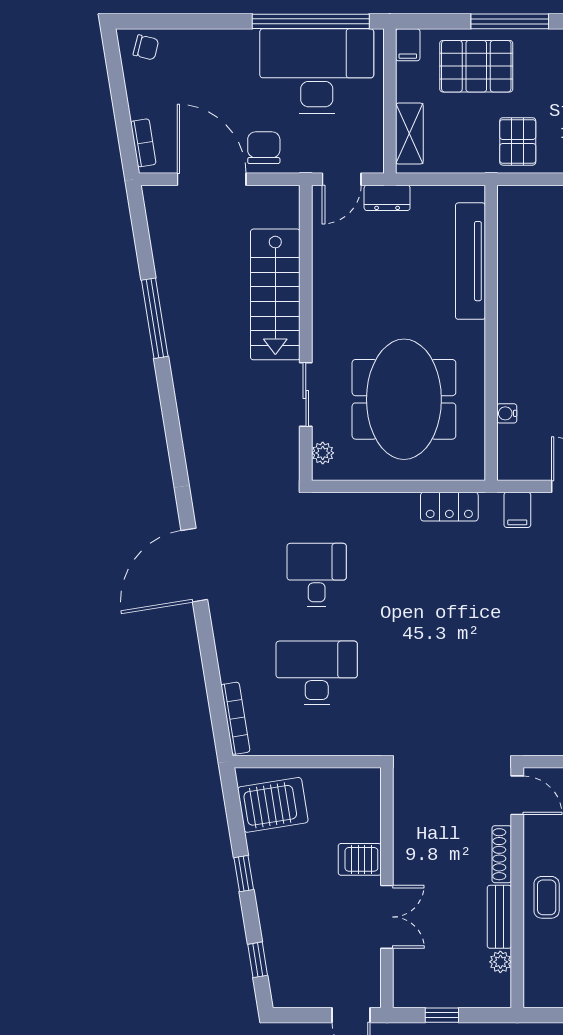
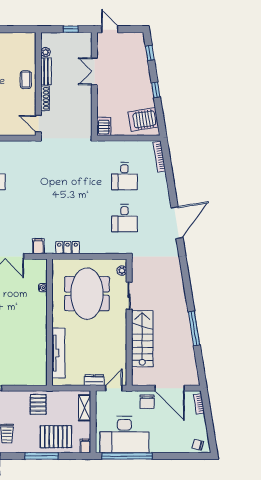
desk: (317, 673) -> (124, 176), width x0.73
server rack: (360, 859) -> (104, 126), moved, turned -90

